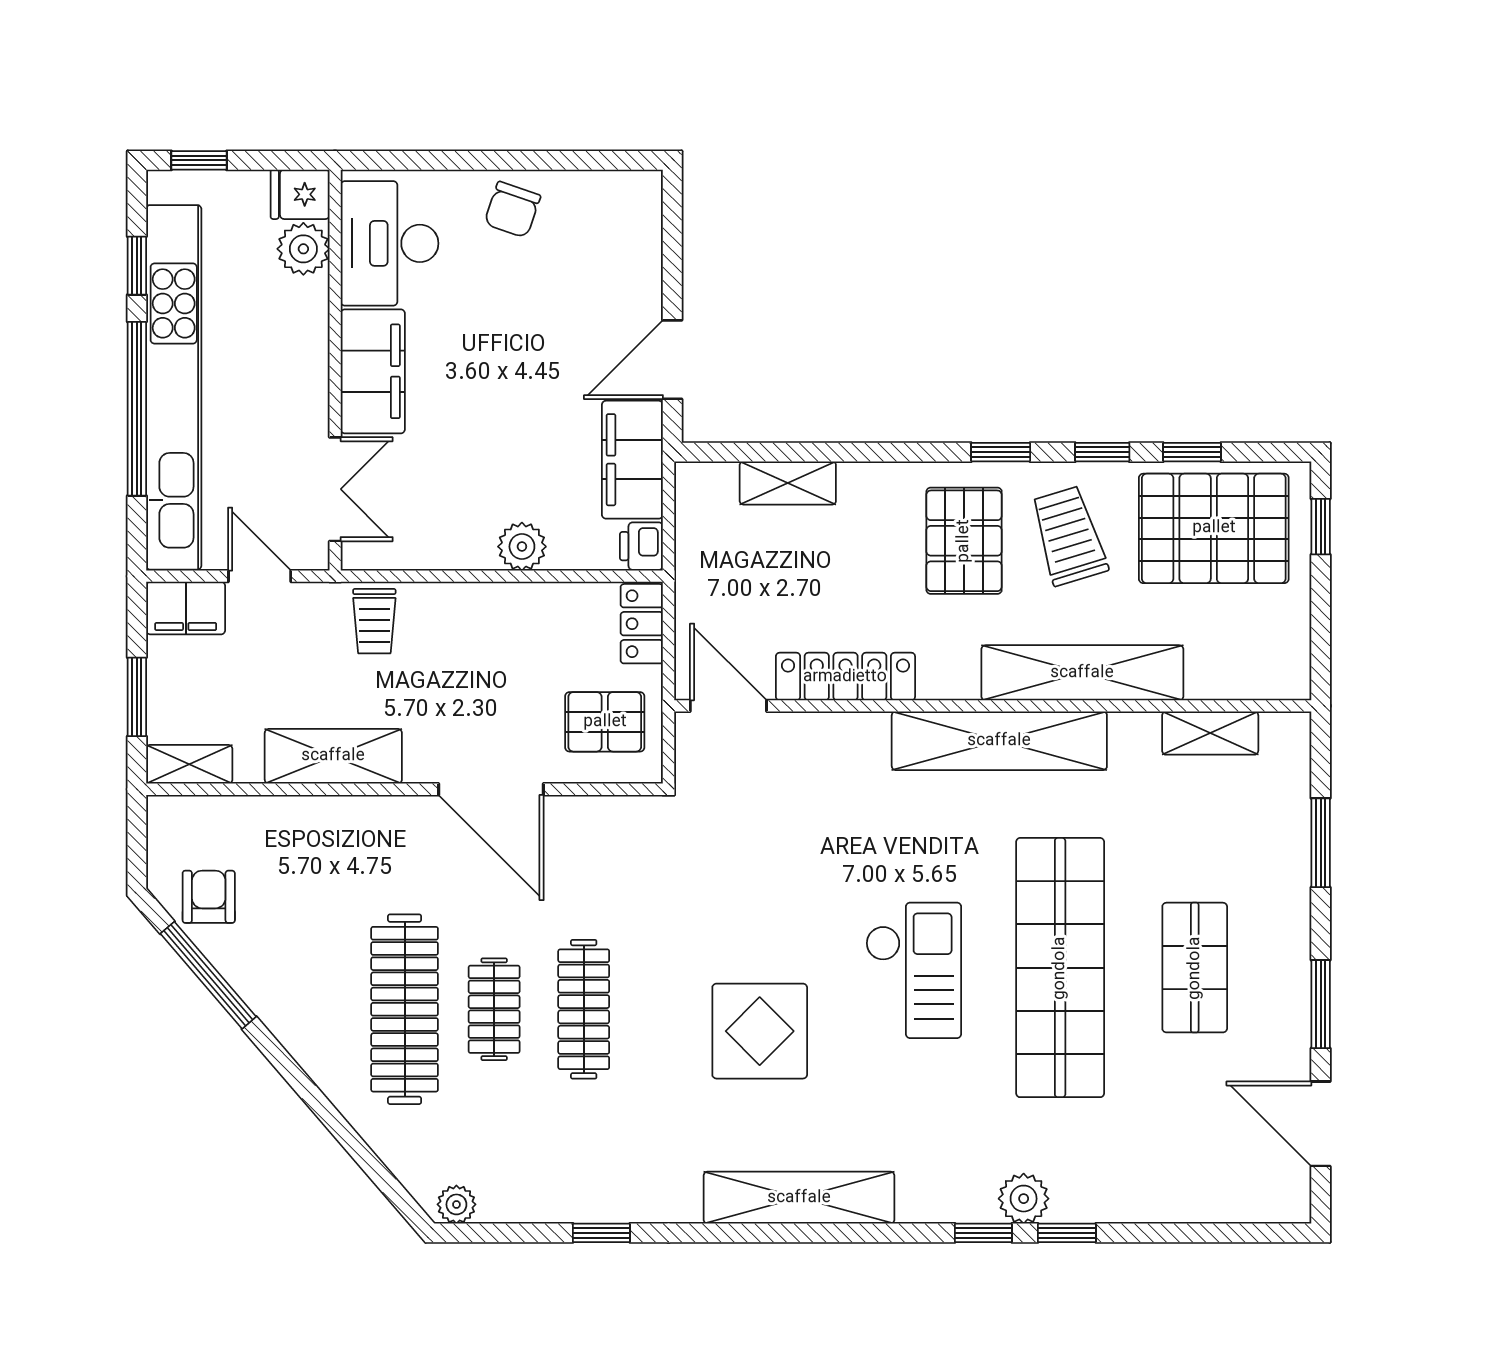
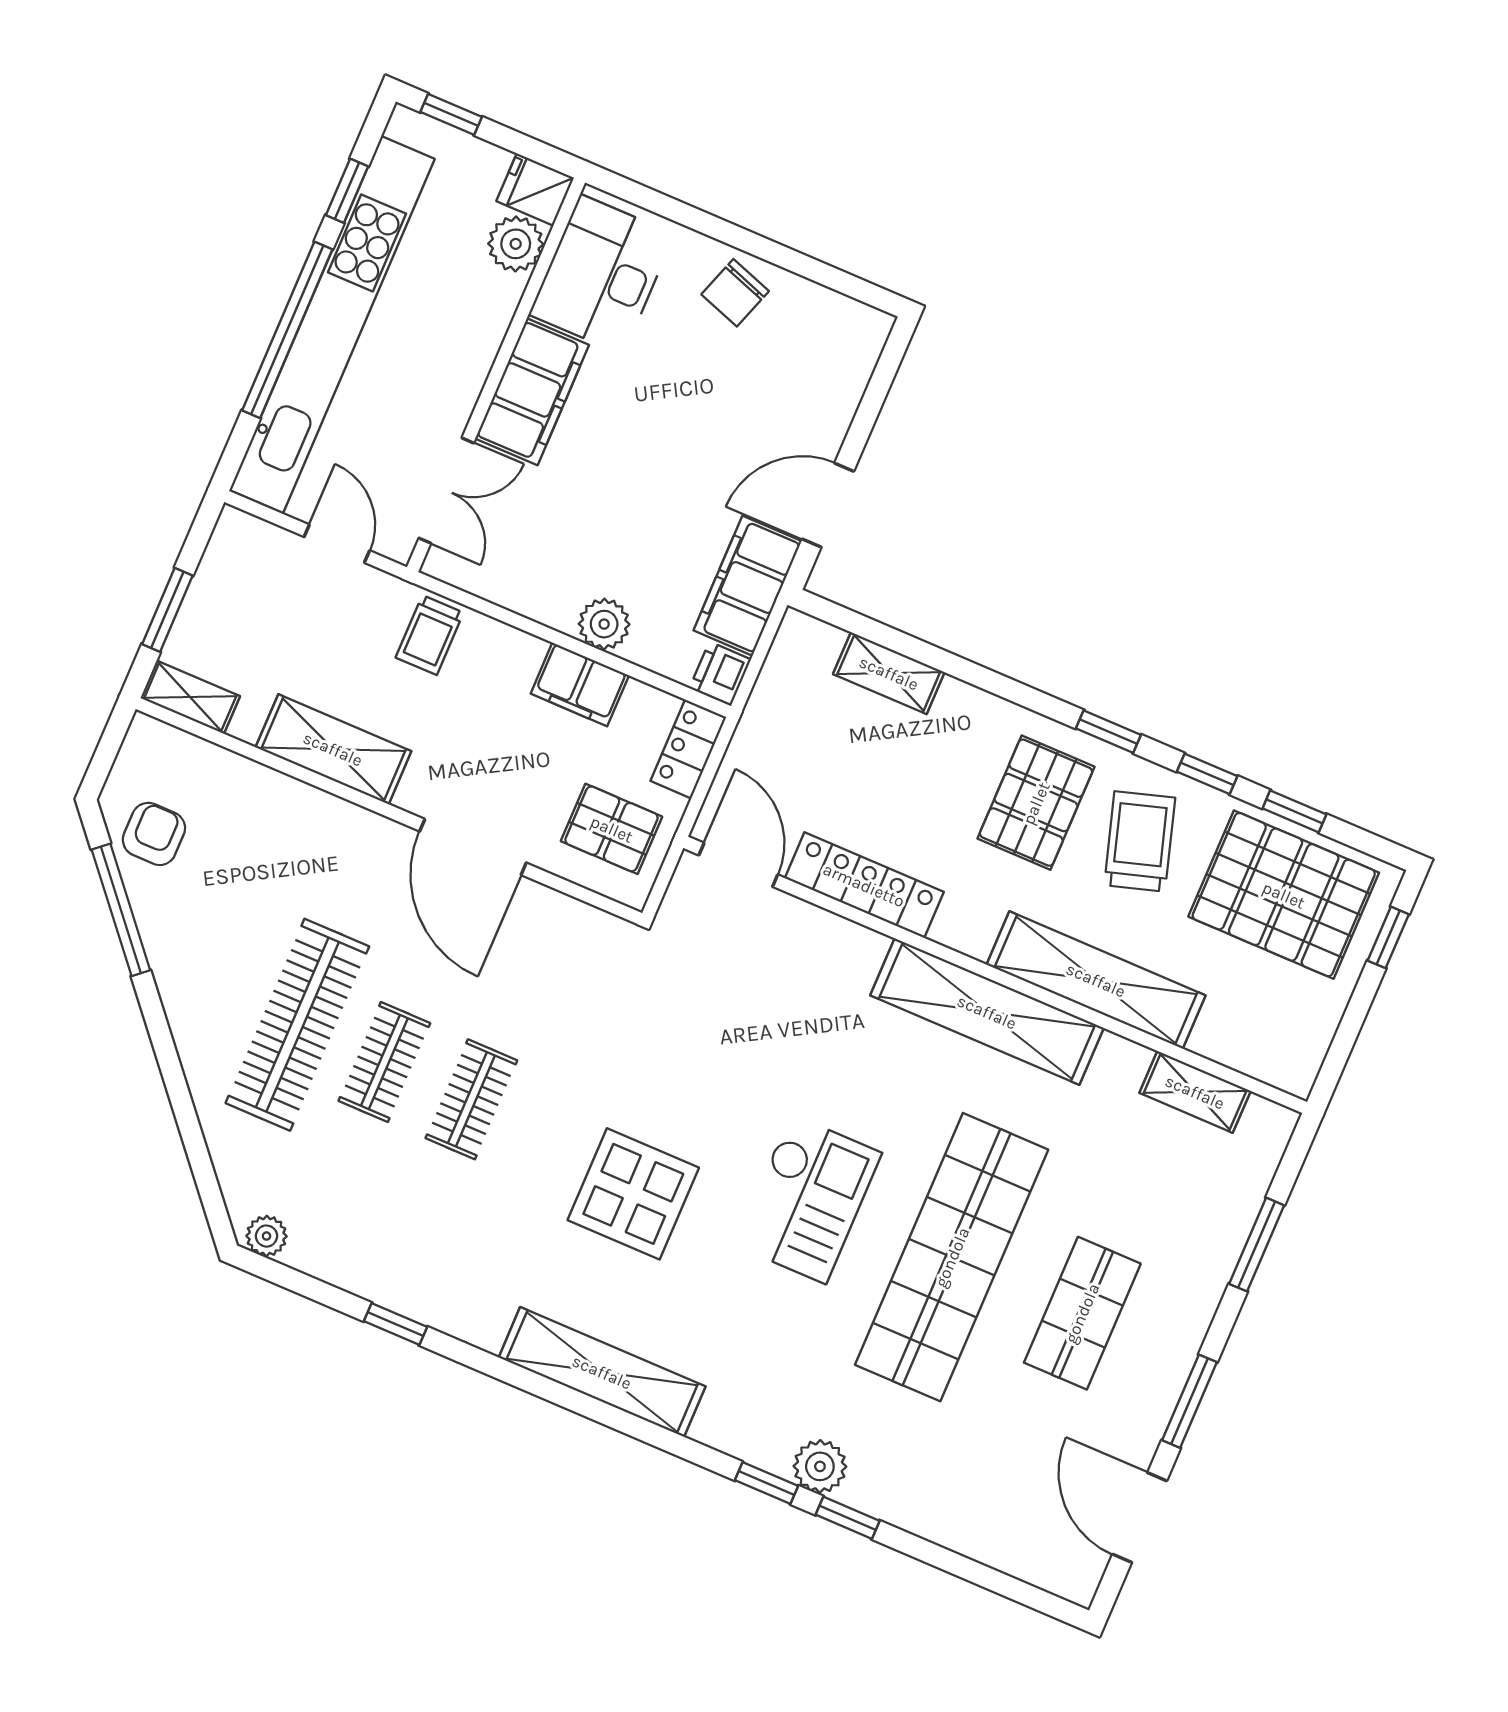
filing cabinet: (186, 608) -> (580, 684), moved
clothes rail: (584, 1009) -> (471, 1099), width x0.73

